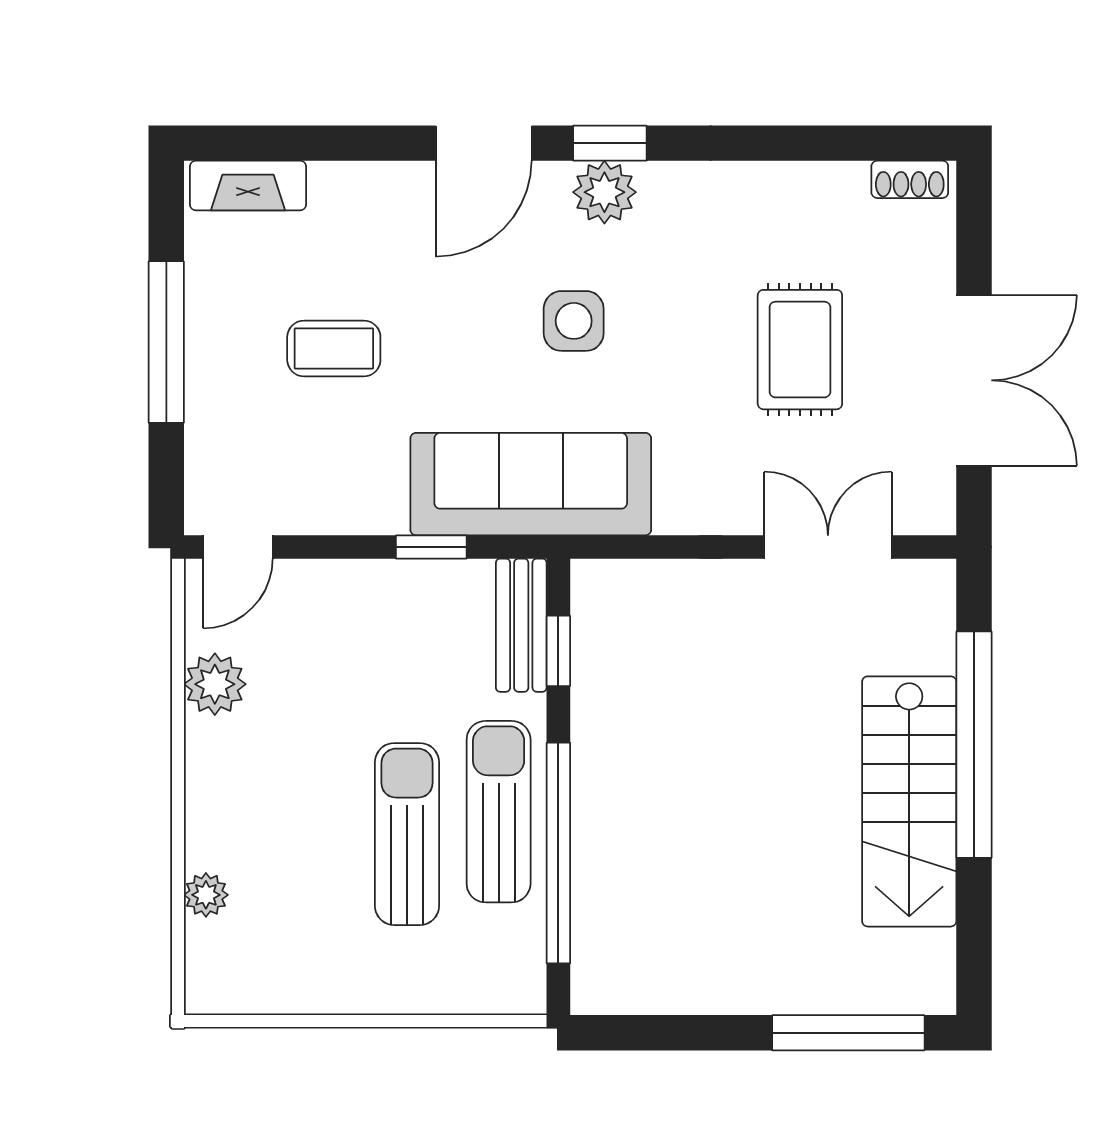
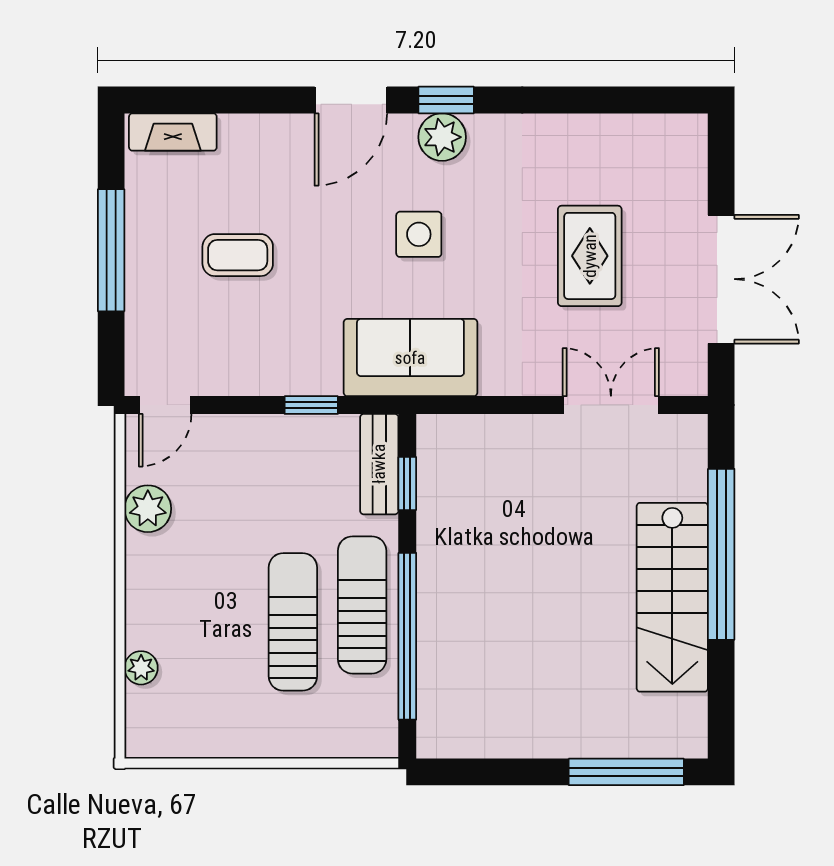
shoe rack: (910, 179) -> (673, 127), removed
sofa: (531, 484) -> (410, 358), width x0.73

